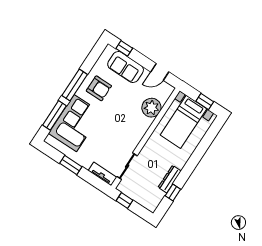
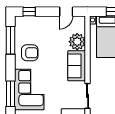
sofa: (126, 67) -> (77, 66), moved, turned 90
window: (75, 85) -> (10, 40), moved

